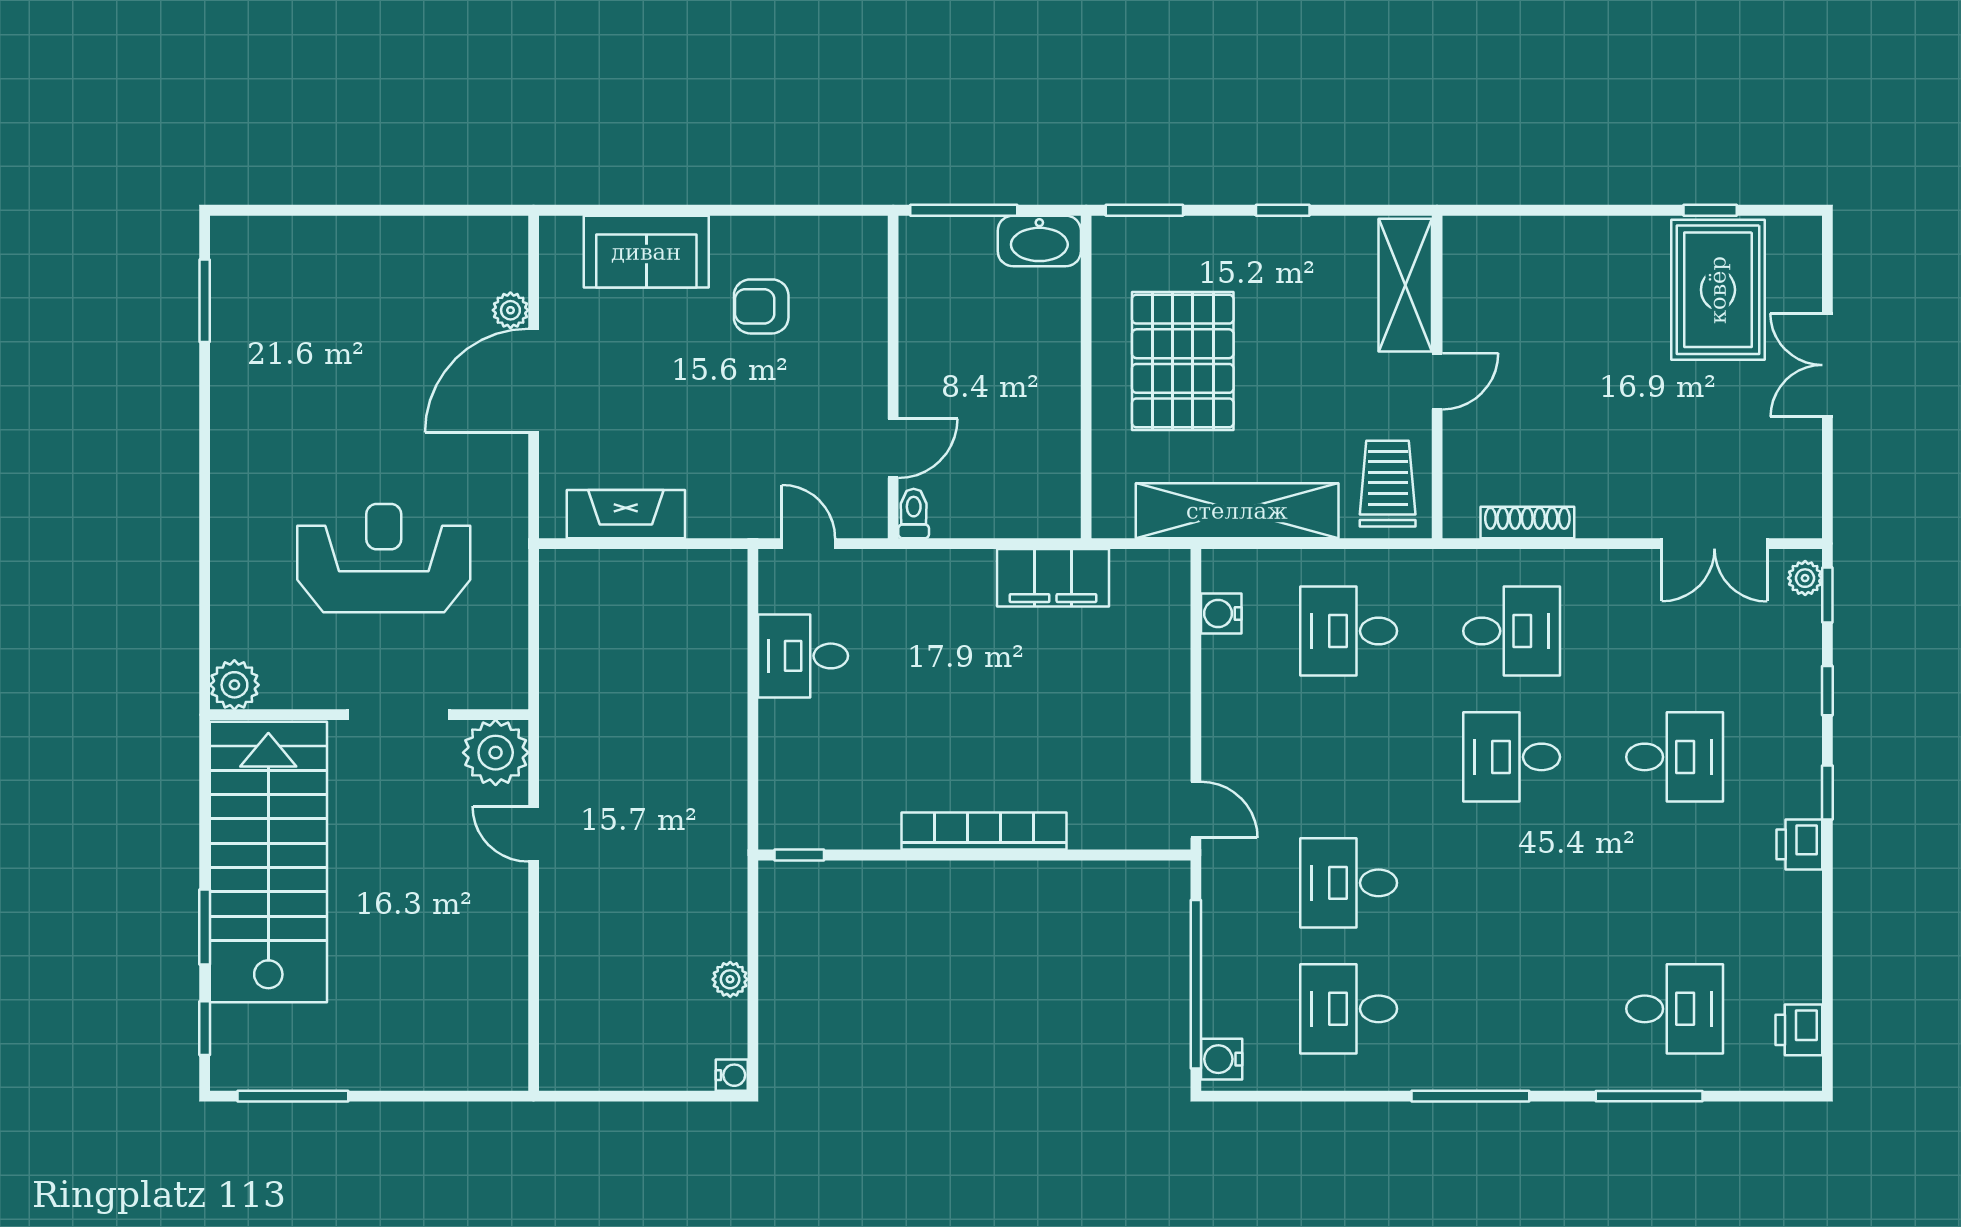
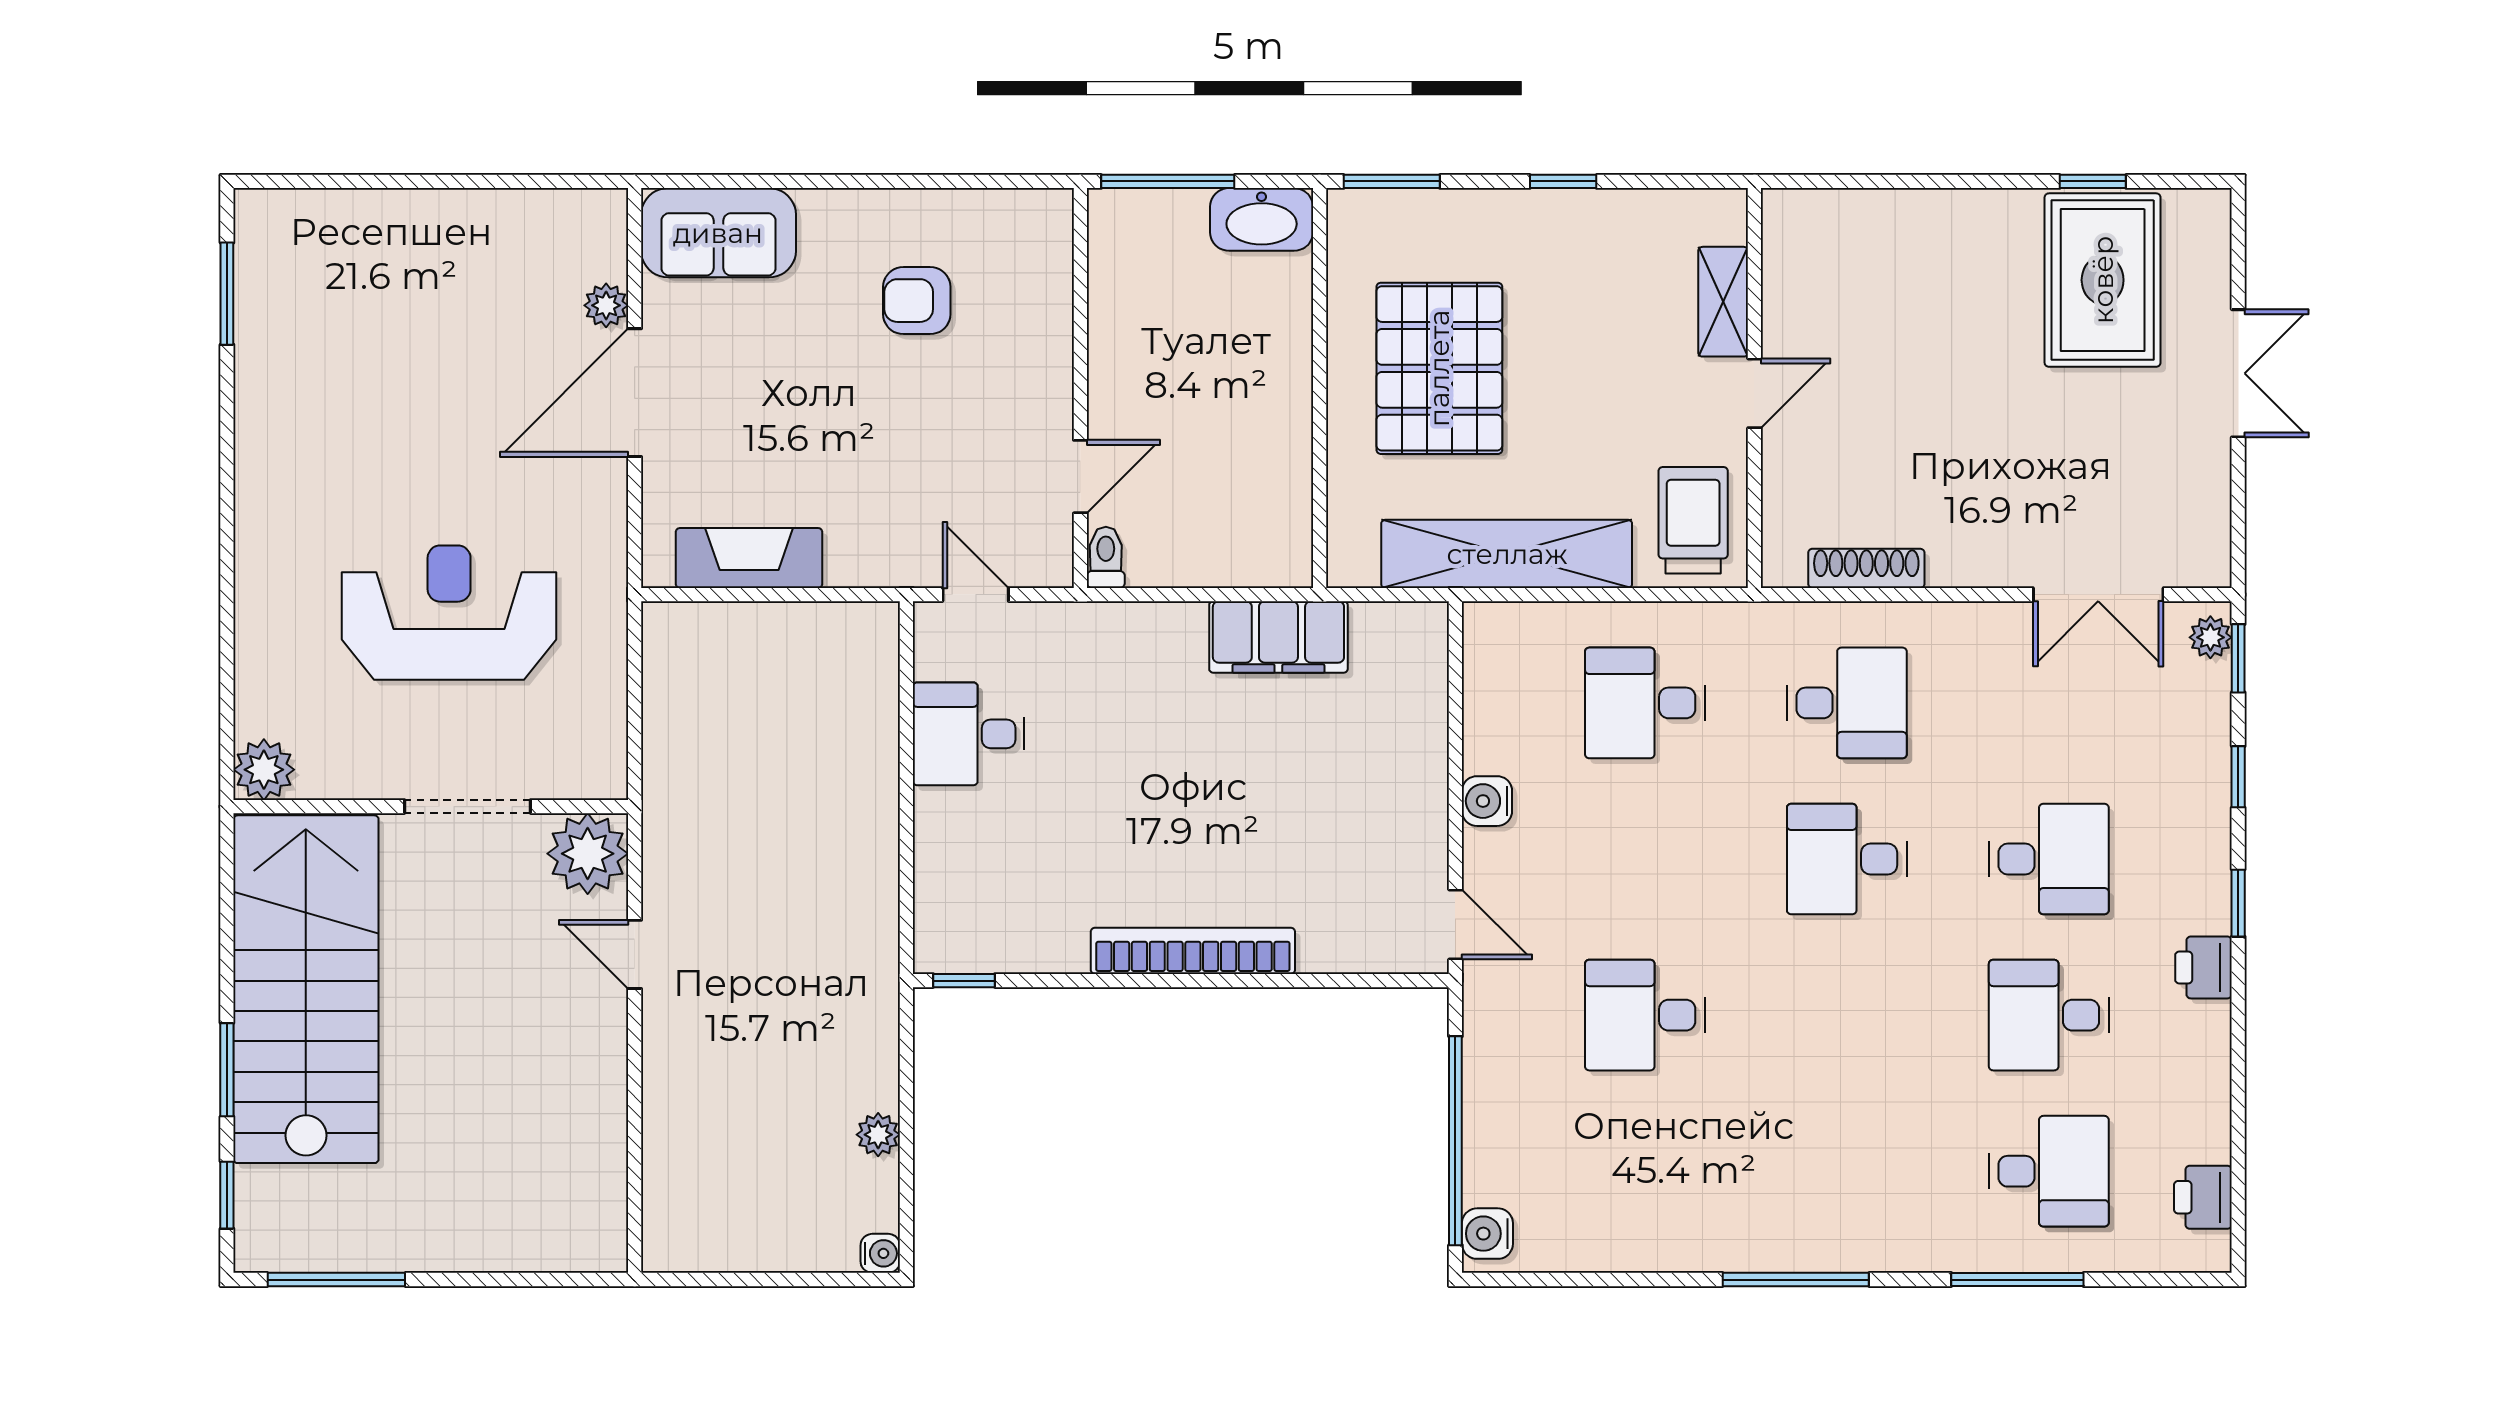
sofa: (646, 252) -> (718, 233), moved
shelving: (1405, 285) -> (1723, 302), width x0.67, depth x0.75
double door: (1827, 365) -> (2238, 373), swing flipped
water cooler: (1221, 613) -> (1487, 801), moved
desk: (1349, 1009) -> (2049, 1015), moved

